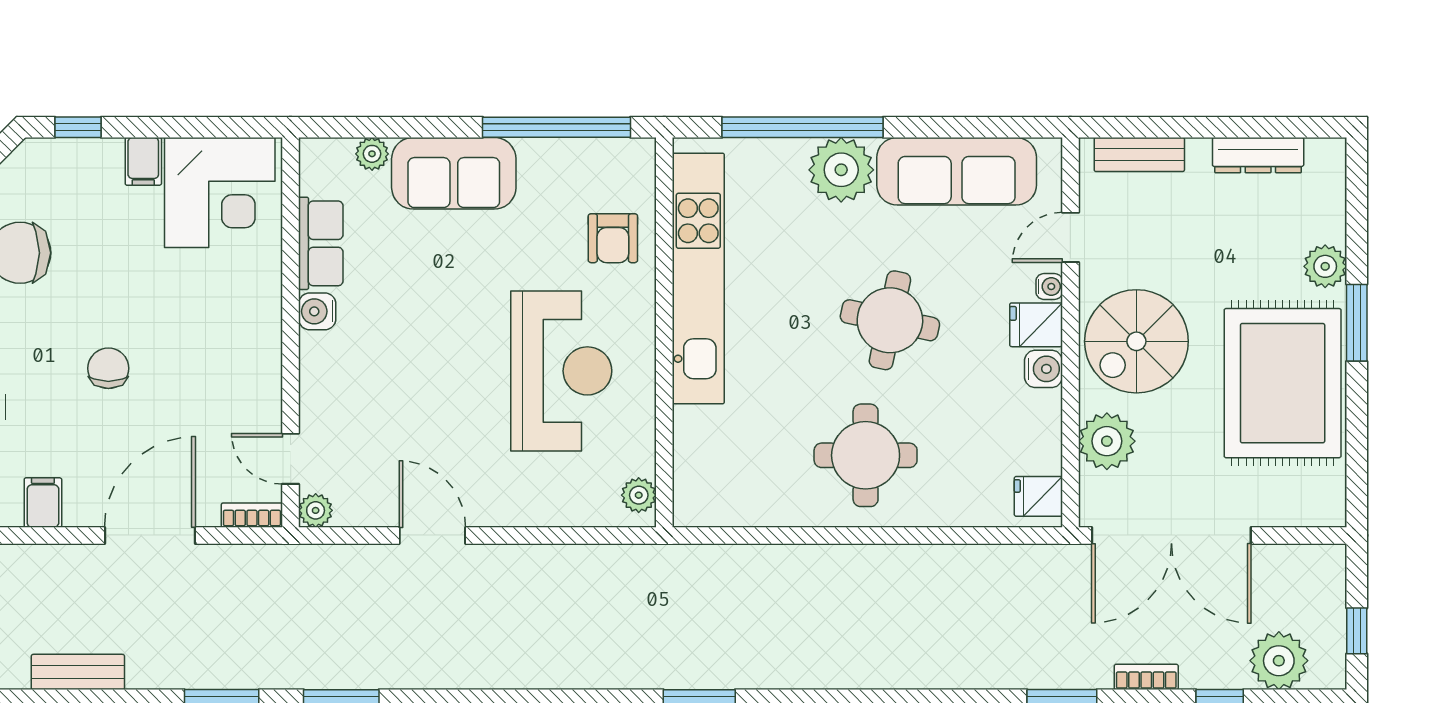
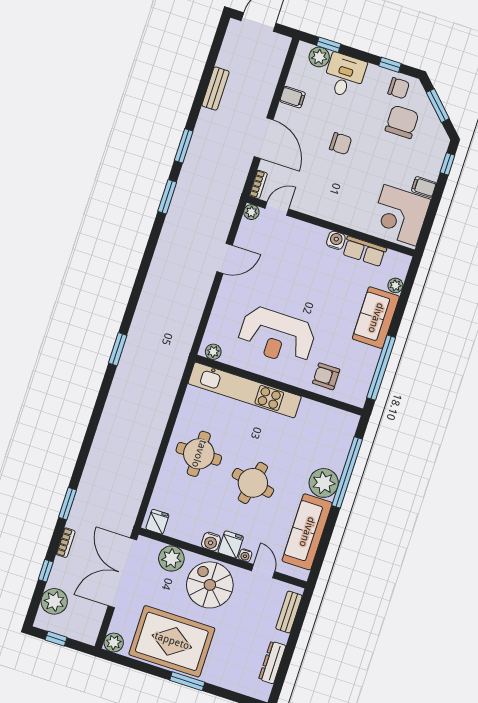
plant: (1325, 266) -> (114, 643), moved
kitchen unit: (698, 278) -> (245, 390), moved

